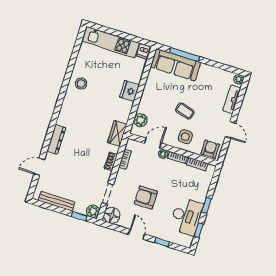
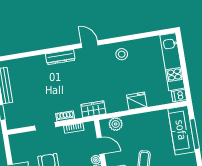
door: (39, 167) -> (90, 44), moved
doorway: (108, 194) -> (45, 126), moved
plant: (93, 211) -> (12, 123), removed
floor lamp: (112, 215) -> (17, 142), removed

